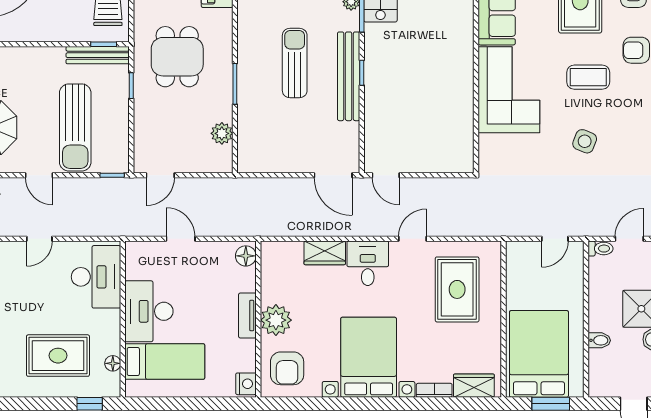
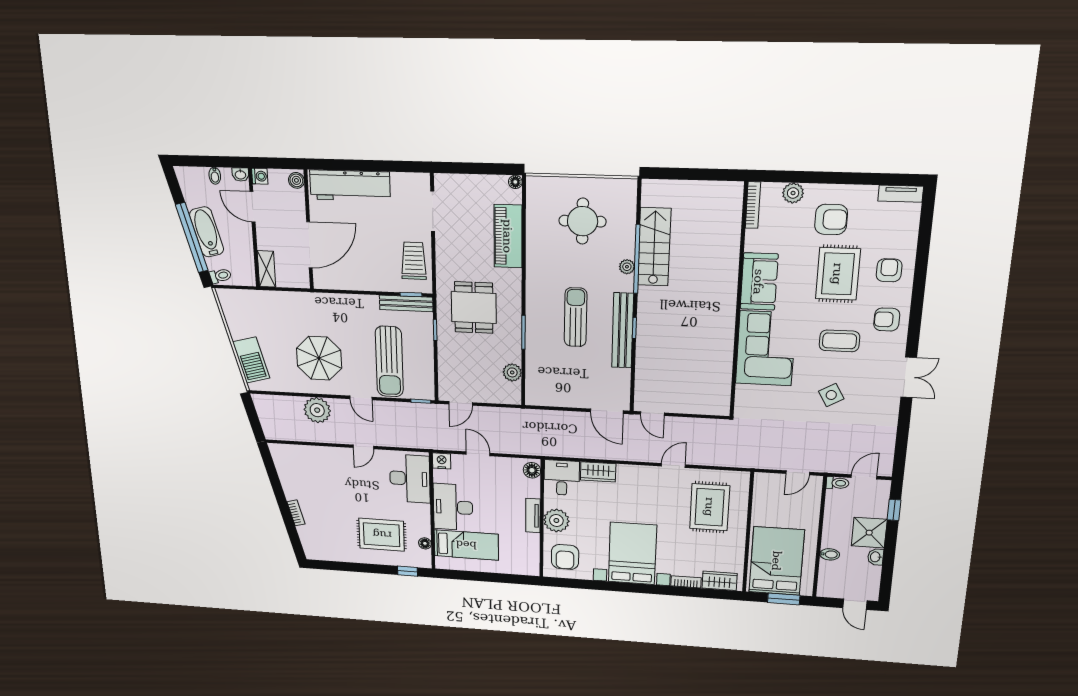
side table: (585, 141) -> (831, 395), turned 38
desk: (368, 263) -> (562, 478), moved
nightstand: (246, 384) -> (442, 461), moved, turned -90

